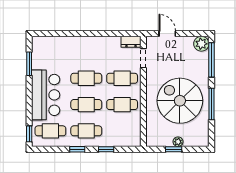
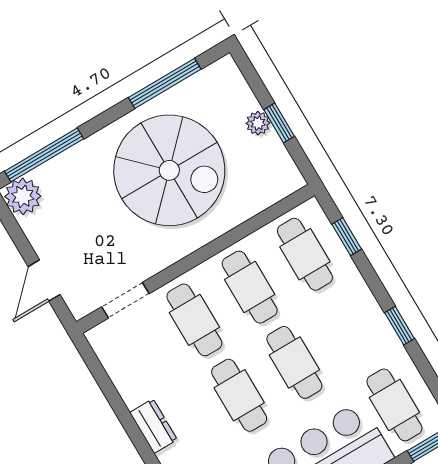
dresser: (131, 42) -> (153, 426), moved
spiral stairs: (180, 101) -> (169, 170), turned -90
window: (211, 104) -> (165, 83), moved
cafe table: (86, 131) -> (305, 254), moved
window: (106, 149) -> (347, 237), moved

